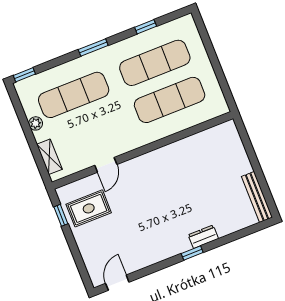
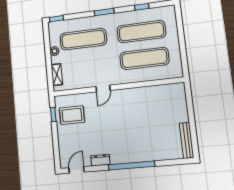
door: (106, 165) -> (103, 88), moved
dresser: (203, 237) -> (100, 160), moved
window: (192, 253) -> (131, 165), width x3.17

